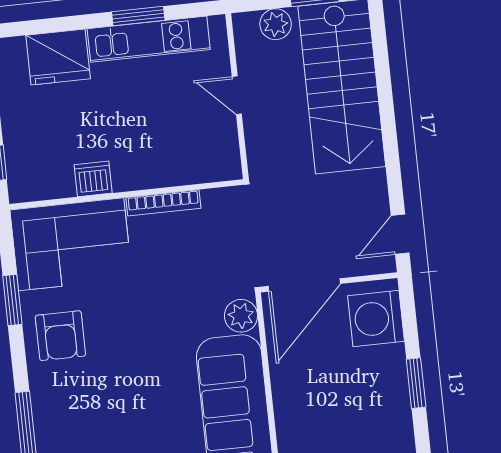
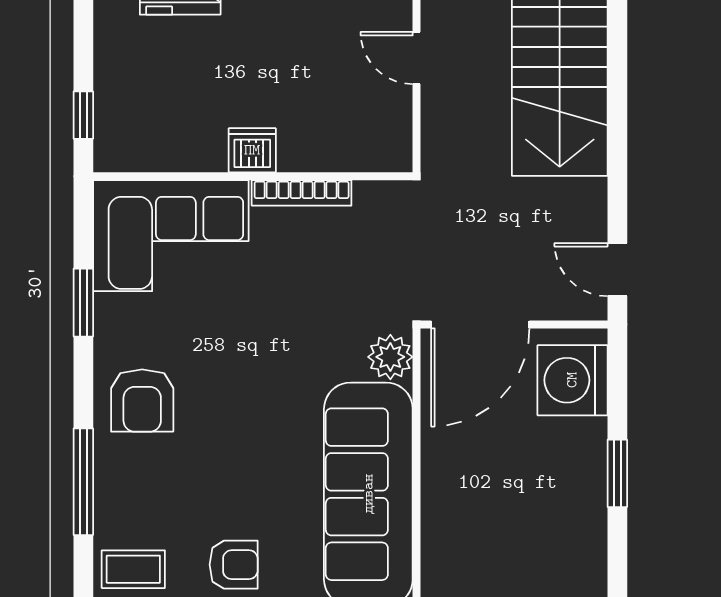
dishwasher: (93, 179) -> (252, 150), moved
door: (400, 234) -> (617, 270), hinge flipped
armchair: (60, 336) -> (142, 401), moved

